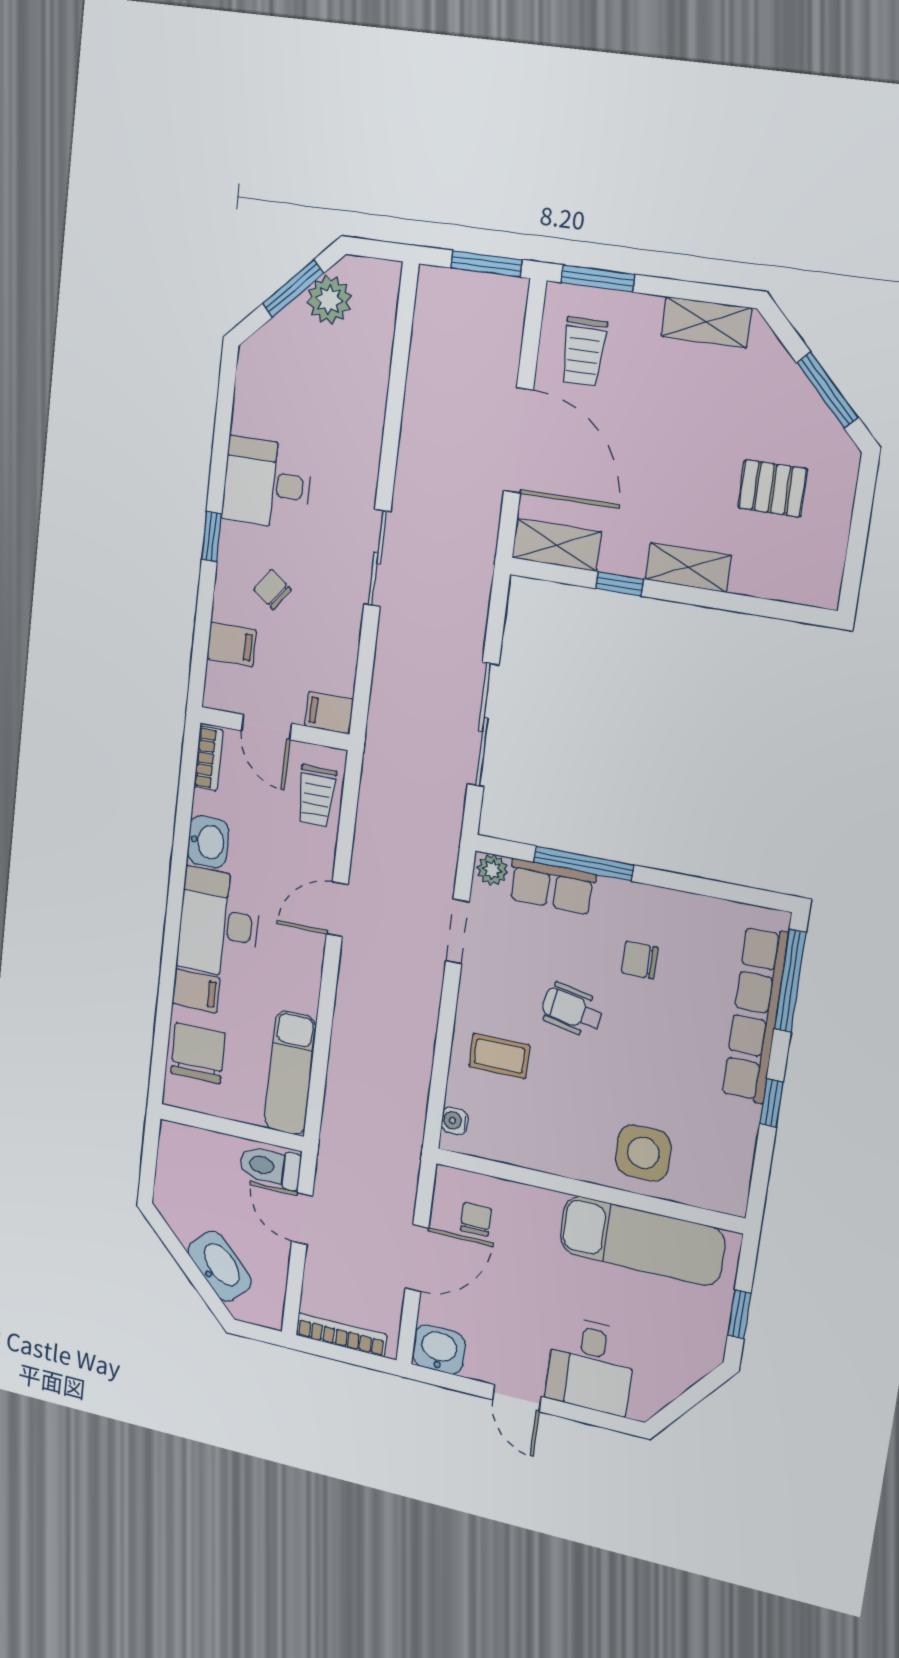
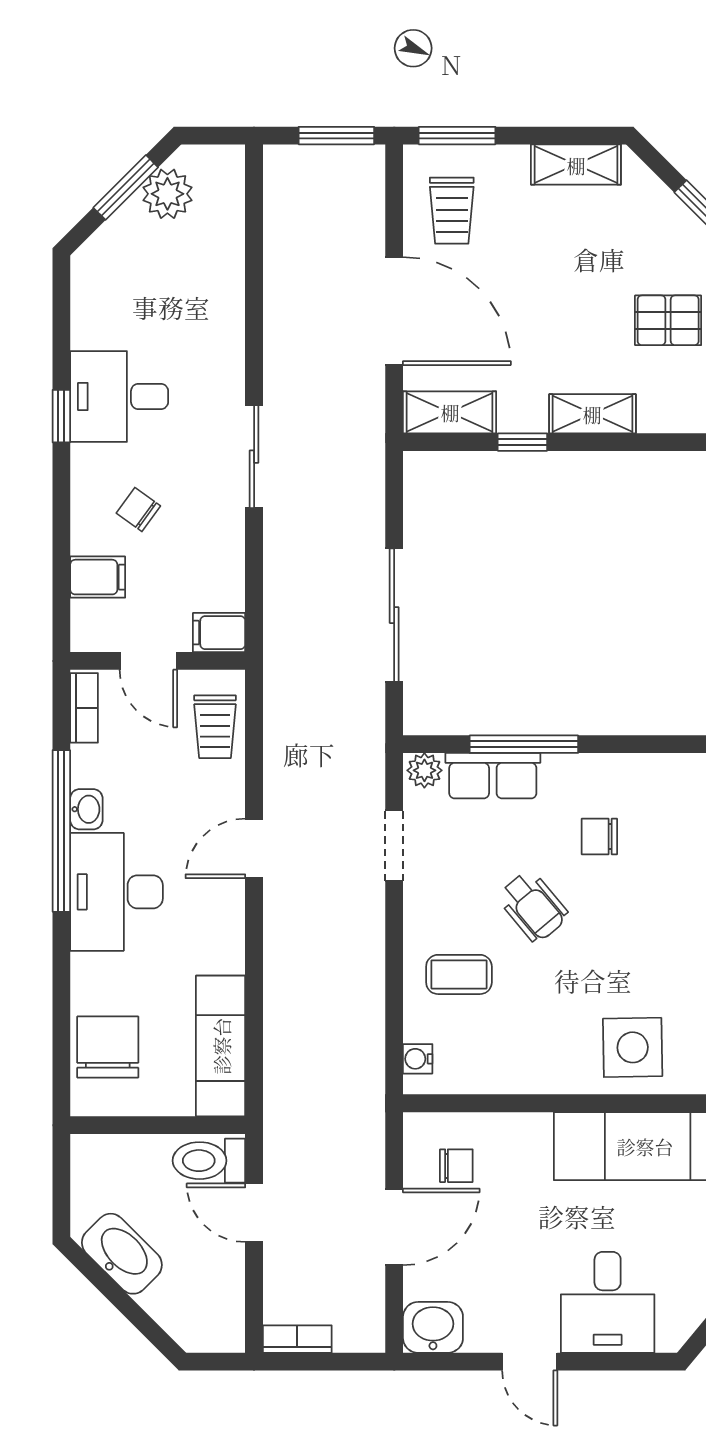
window: (212, 536) -> (61, 416), moved
washbasin: (208, 842) -> (86, 809), width x0.72, depth x0.69
window: (179, 862) -> (61, 831), added
filing cabinet: (196, 991) -> (98, 975), removed
wheelchair: (572, 1010) -> (533, 906), turned -141
chair: (476, 1219) -> (456, 1166), turned 90
washbasin: (220, 1266) -> (122, 1254), moved
bookcase: (341, 1335) -> (297, 1339), width x0.64

